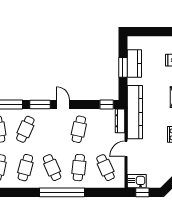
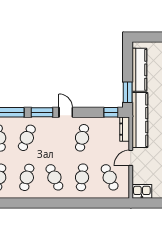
kitchen counter: (134, 63) -> (139, 70), width x1.50
window: (123, 67) -> (128, 92), moved
window: (62, 192) -> (65, 203), removed
window: (142, 192) -> (148, 203), removed

